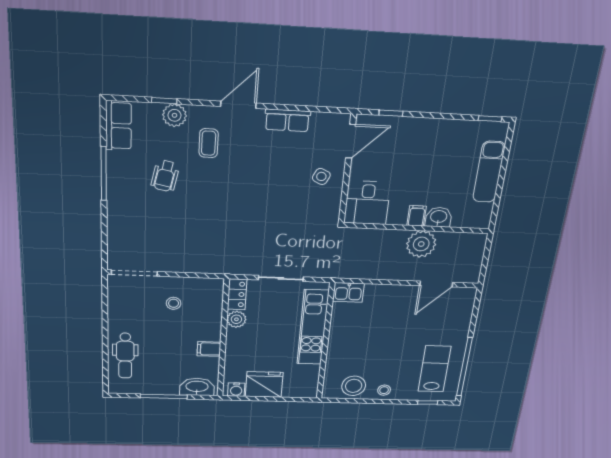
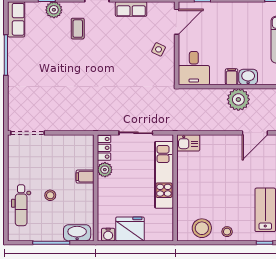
wheelchair: (165, 176) -> (48, 54), removed
stool: (174, 303) -> (50, 195), moved
filing cabinet: (209, 349) -> (85, 177), moved

